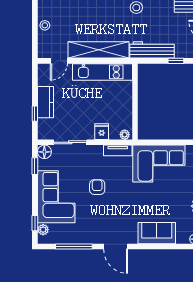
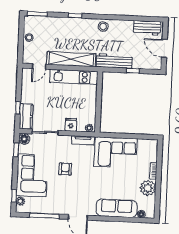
kitchen counter: (45, 102) -> (26, 117), moved
sofa: (157, 233) -> (117, 208), width x1.36

